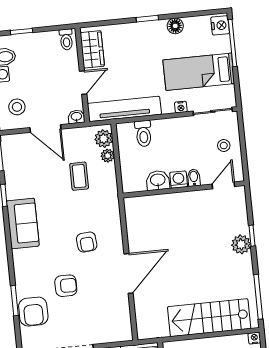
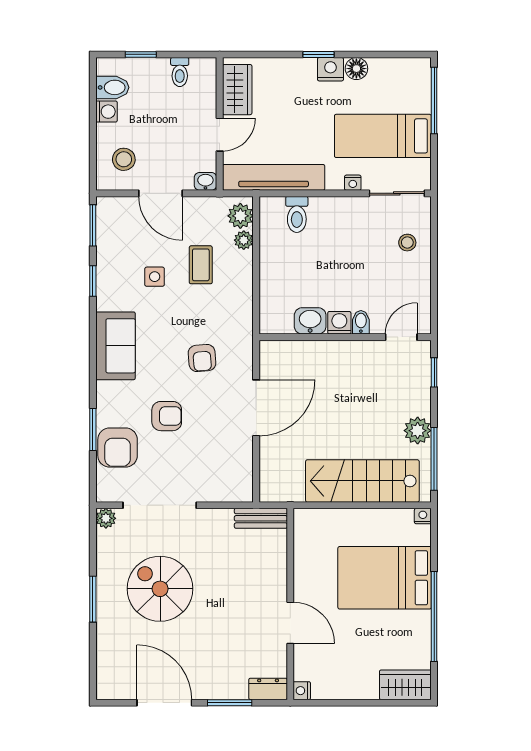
nightstand: (220, 25) -> (330, 69), moved, turned -90
toilet: (66, 39) -> (180, 72), moved
bidet: (194, 178) -> (361, 322), moved
washbasin: (158, 180) -> (310, 321), moved
washing machine: (179, 180) -> (339, 323), moved
door: (223, 185) -> (401, 337), moved
side table: (47, 188) -> (155, 277), added
wall: (184, 189) -> (345, 337), moved
sofa: (23, 223) -> (115, 346), moved
plant: (241, 244) -> (418, 431), moved

